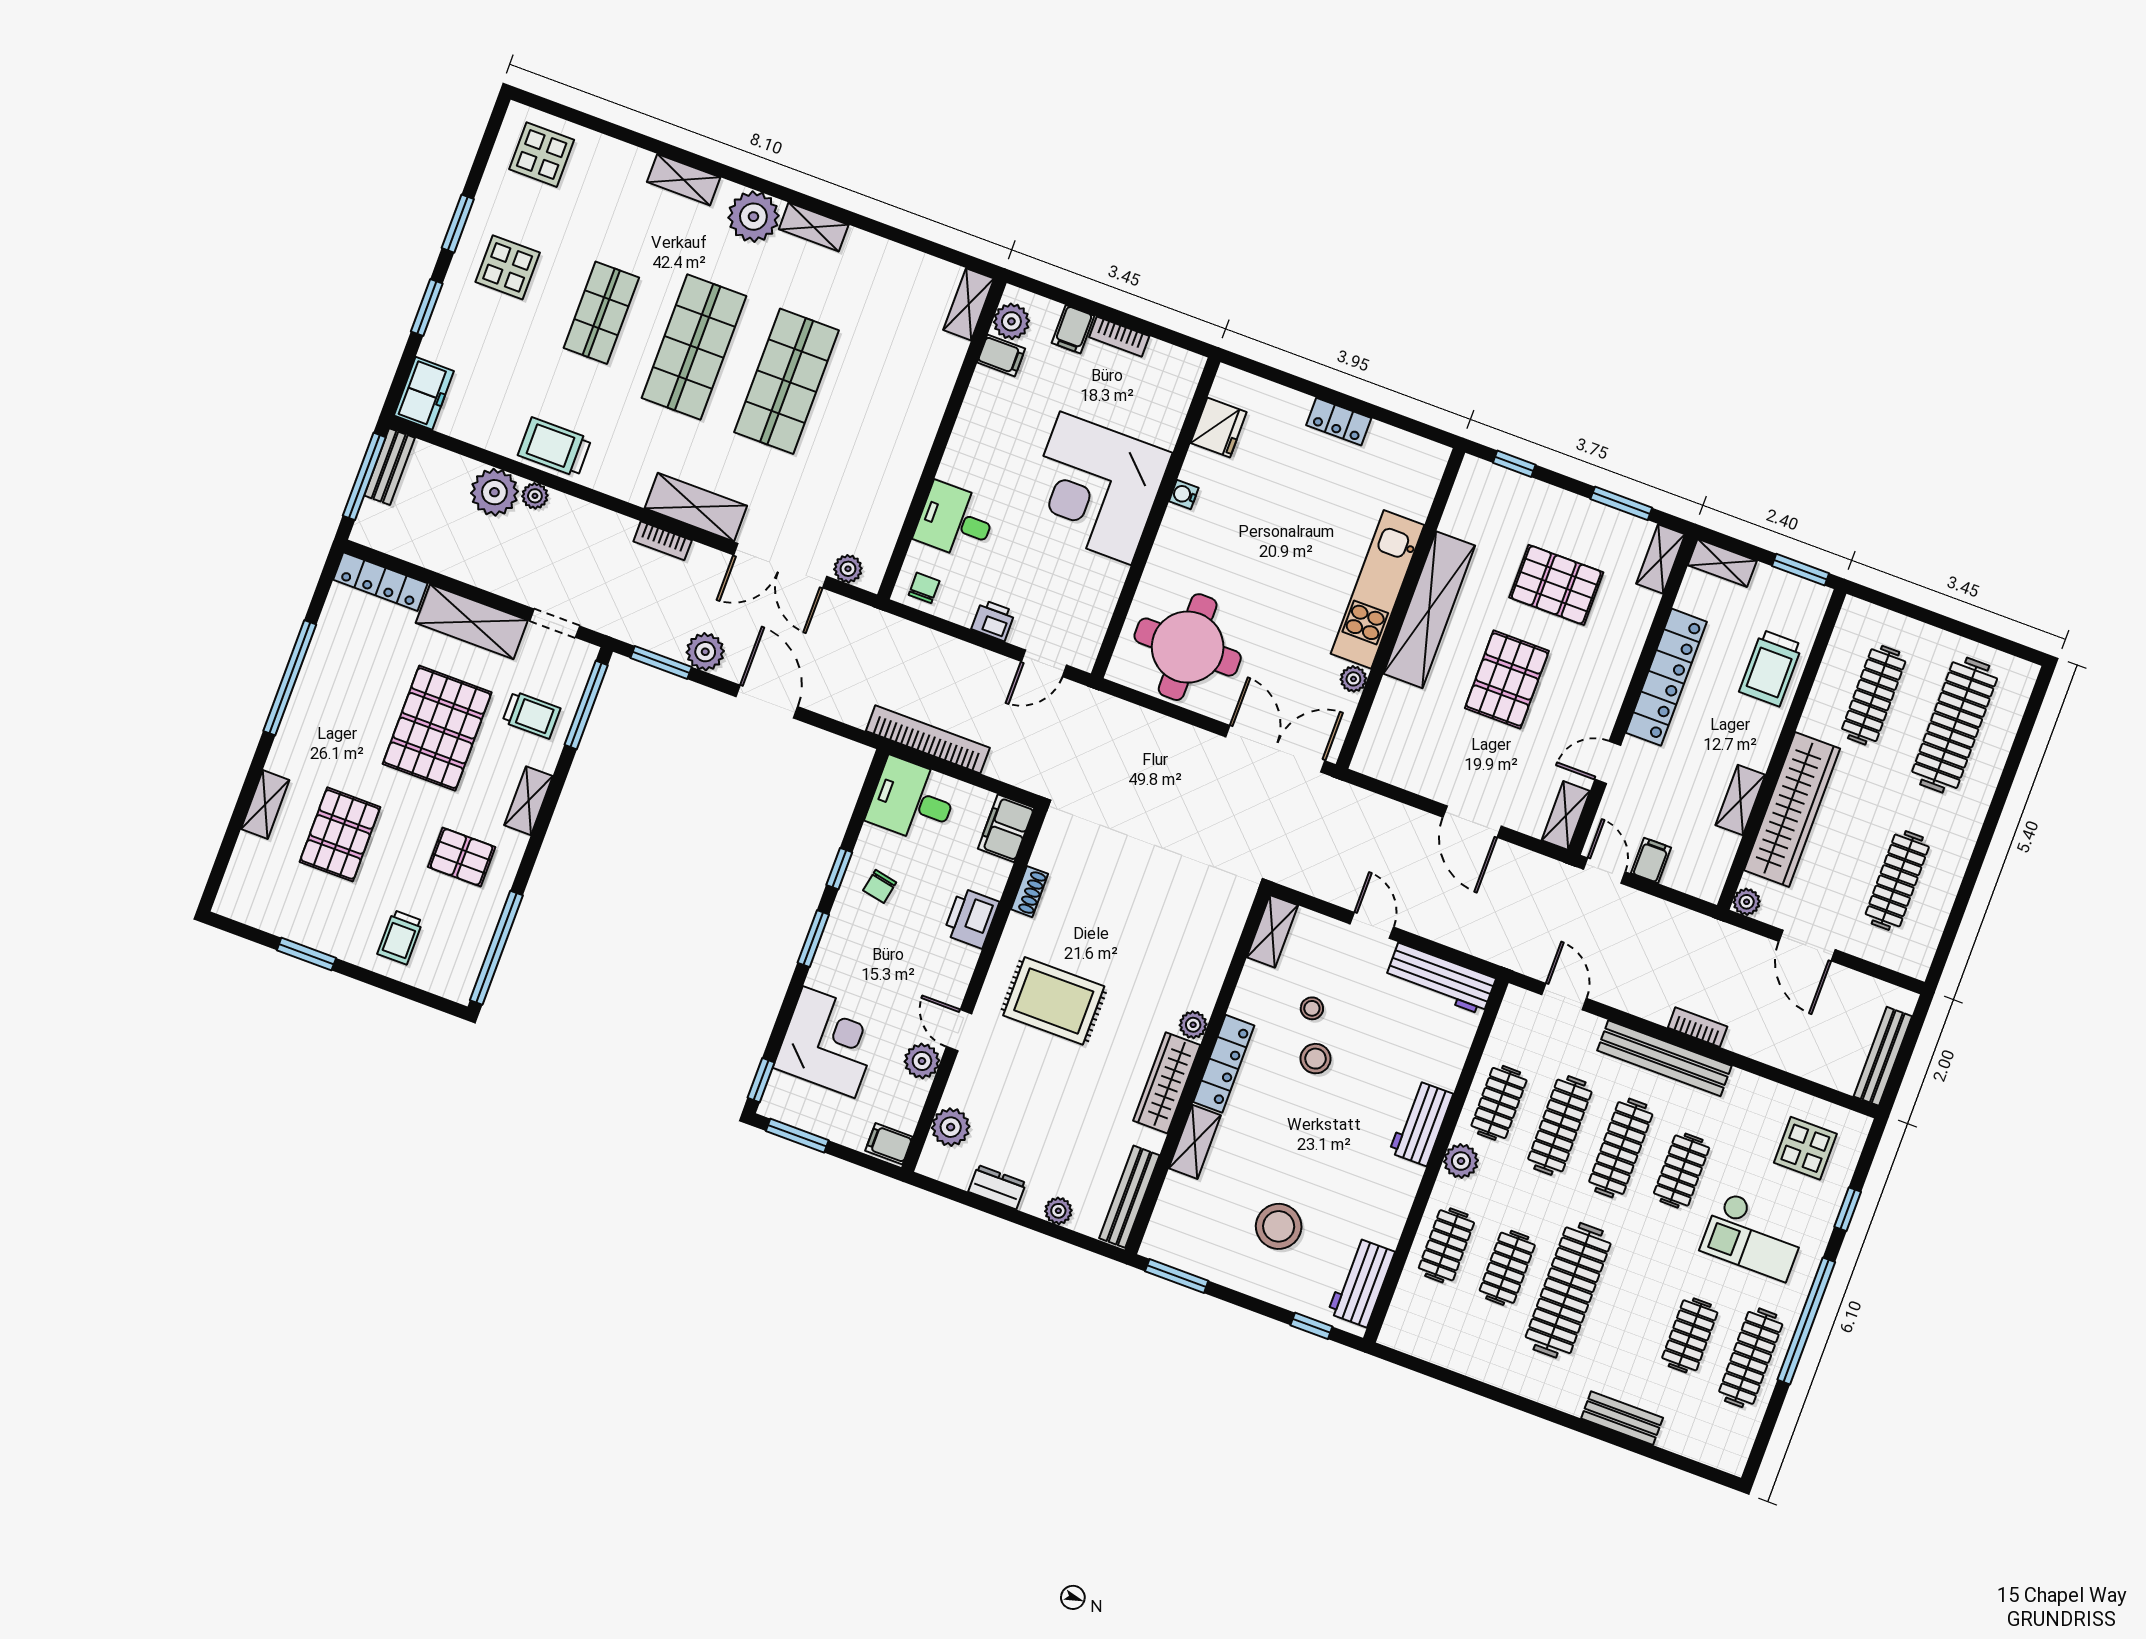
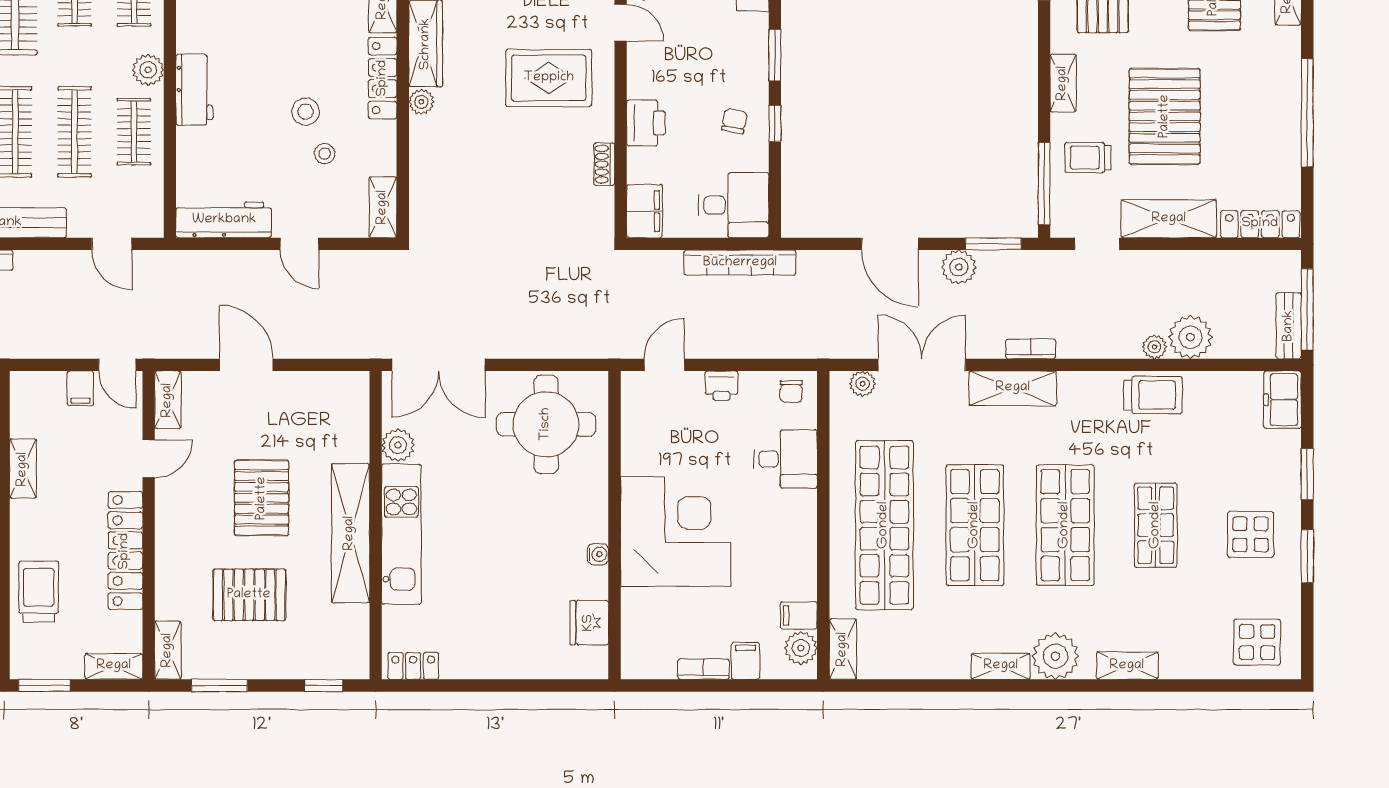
shop shelf: (879, 416) -> (884, 525), added
locker: (1339, 422) -> (413, 666), moved
plant: (1353, 679) -> (398, 445), width x1.38, depth x1.38

